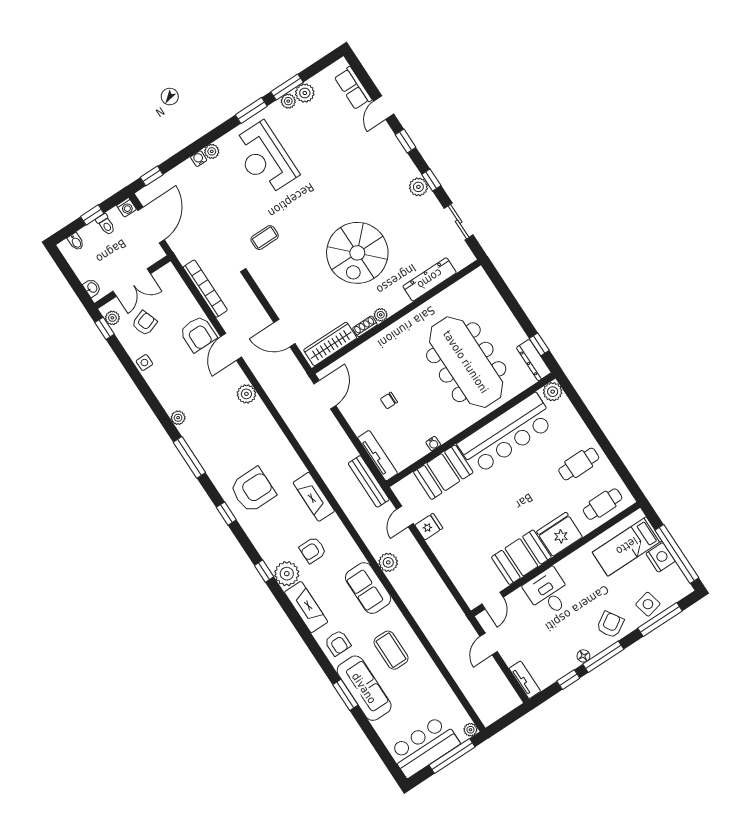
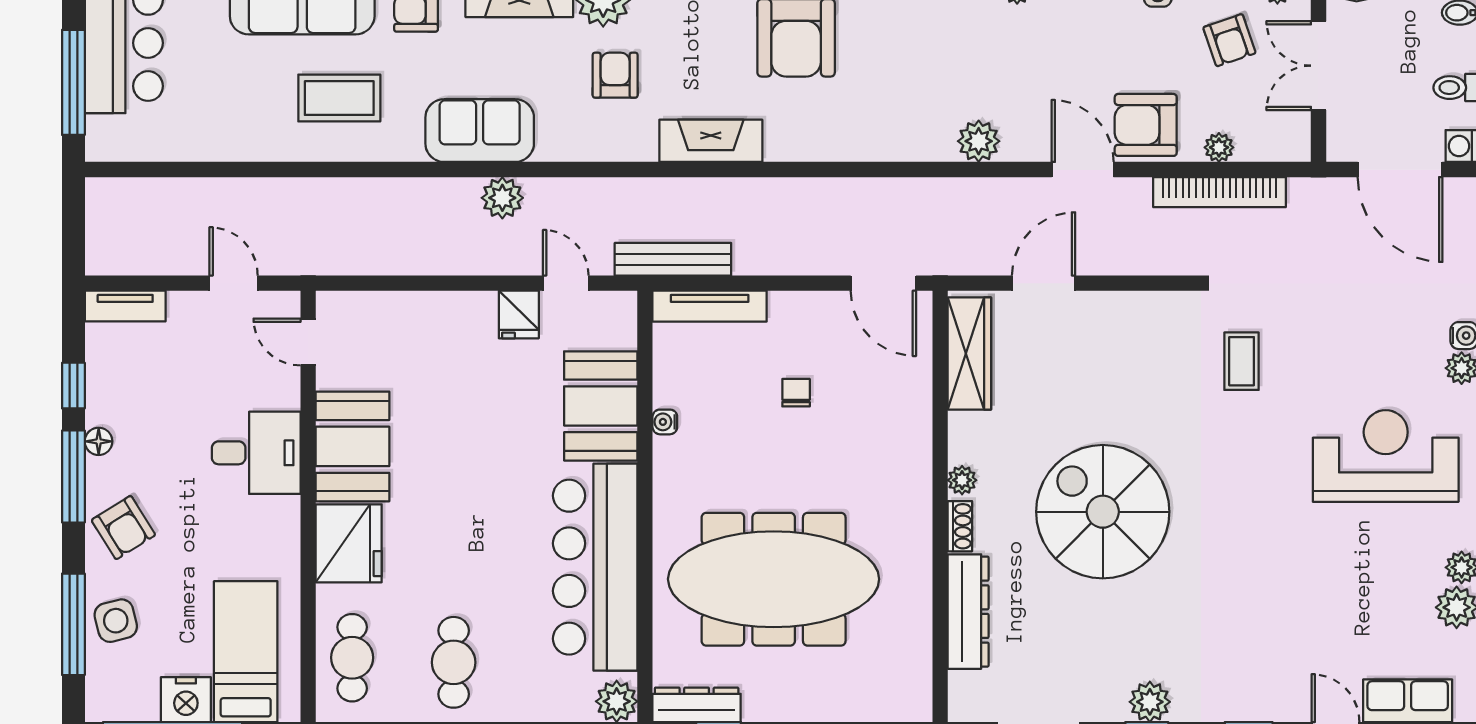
shoe rack: (365, 326) -> (960, 526), moved
plant: (470, 730) -> (1219, 147), moved

